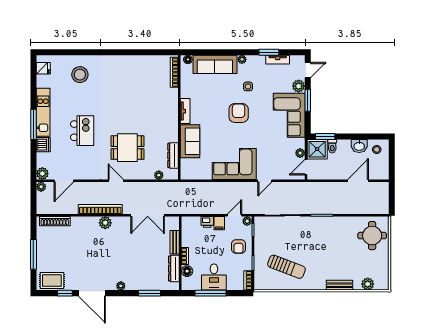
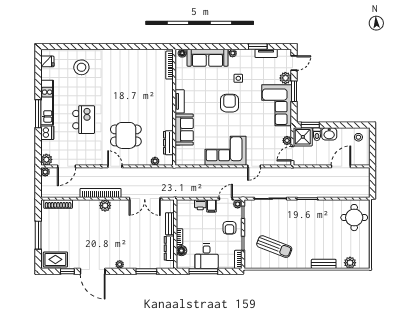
washbasin: (359, 146) -> (329, 134), moved

